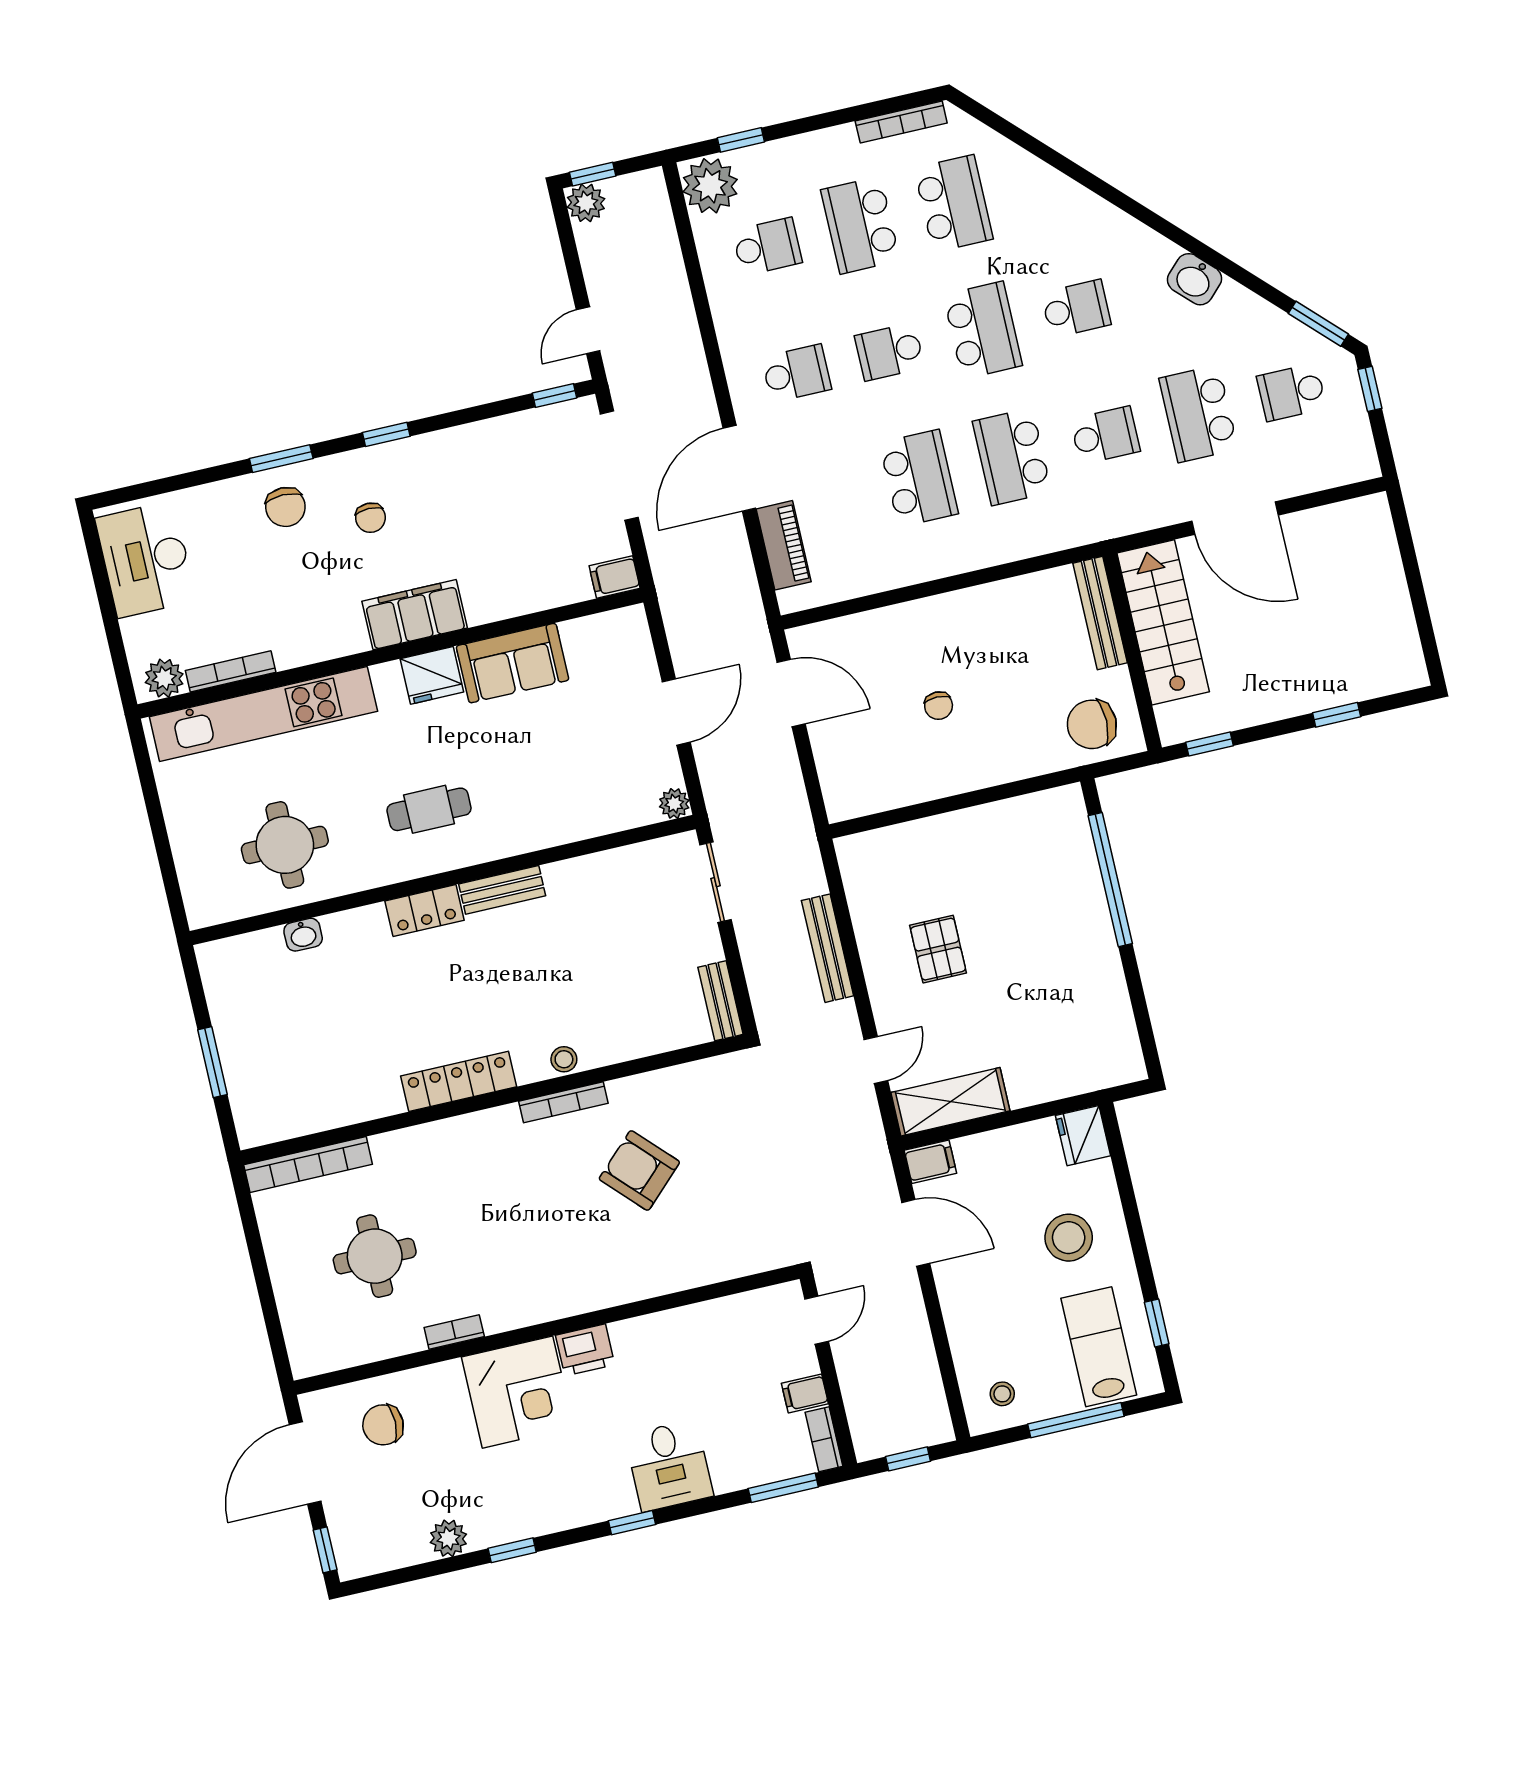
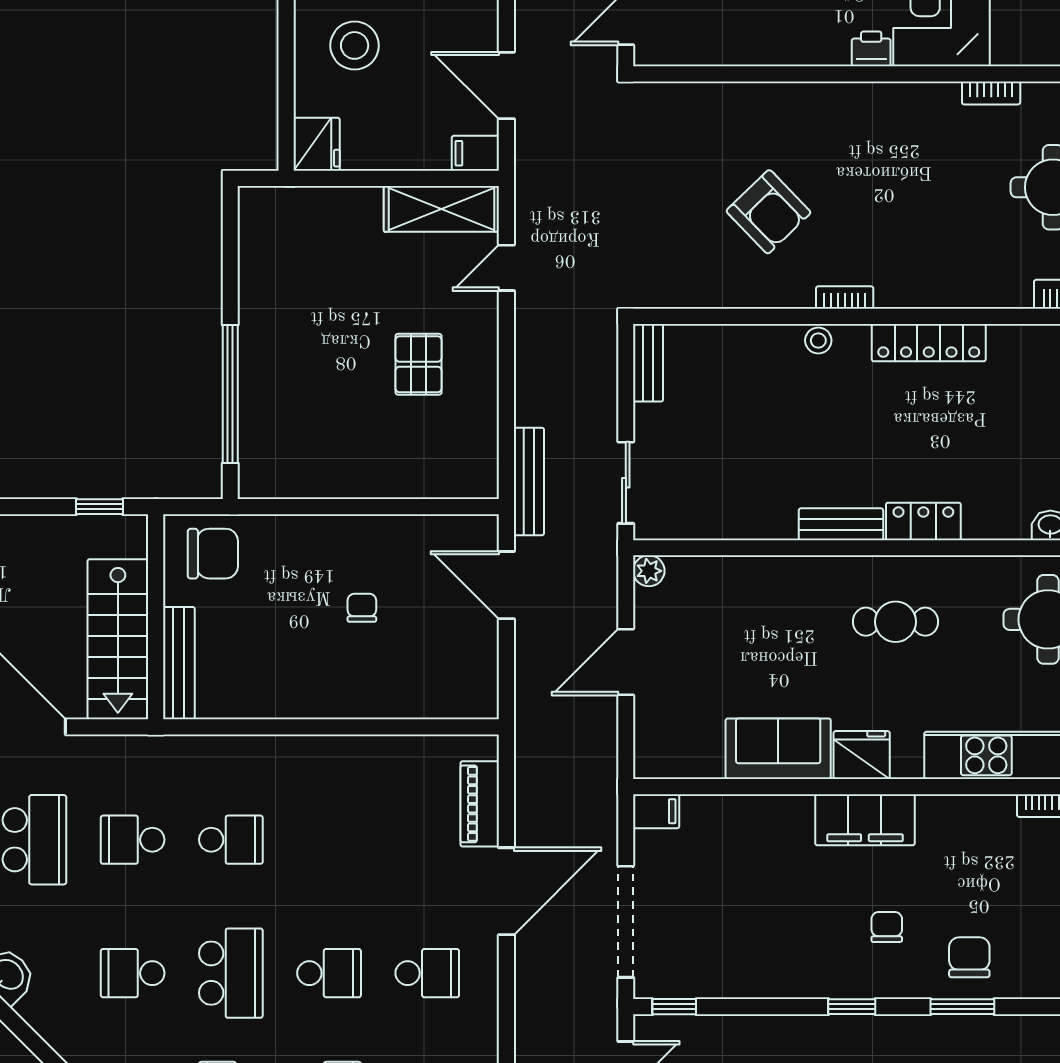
school desk: (983, 330) -> (231, 973), turned 180
school desk: (796, 373) -> (427, 973), turned 180
school desk: (1012, 457) -> (231, 840), width x0.54
school desk: (919, 478) -> (329, 840), removed
door: (791, 693) -> (506, 585), moved
bench: (828, 948) -> (529, 481), moved
bookcase: (563, 1102) -> (845, 298), width x0.64
printer: (585, 1350) -> (871, 49), width x0.73, depth x0.81

